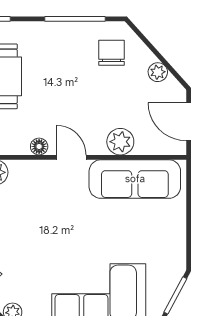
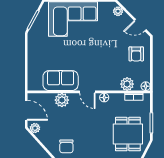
plant: (158, 72) -> (35, 128), moved
sofa: (135, 179) -> (61, 81), width x0.73

